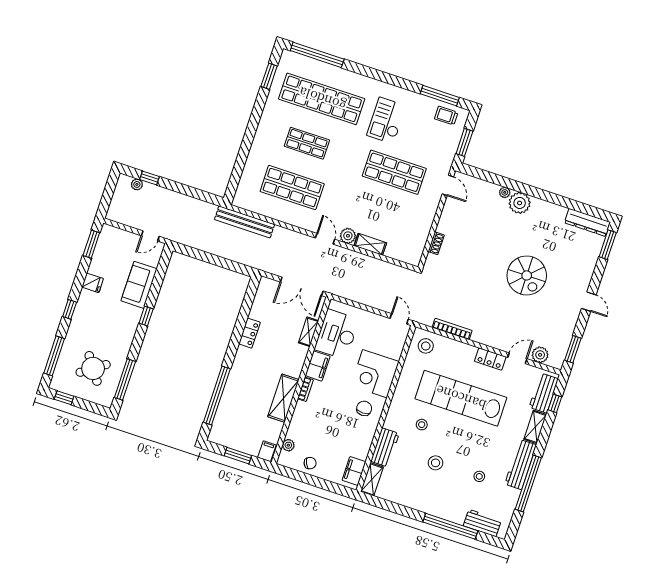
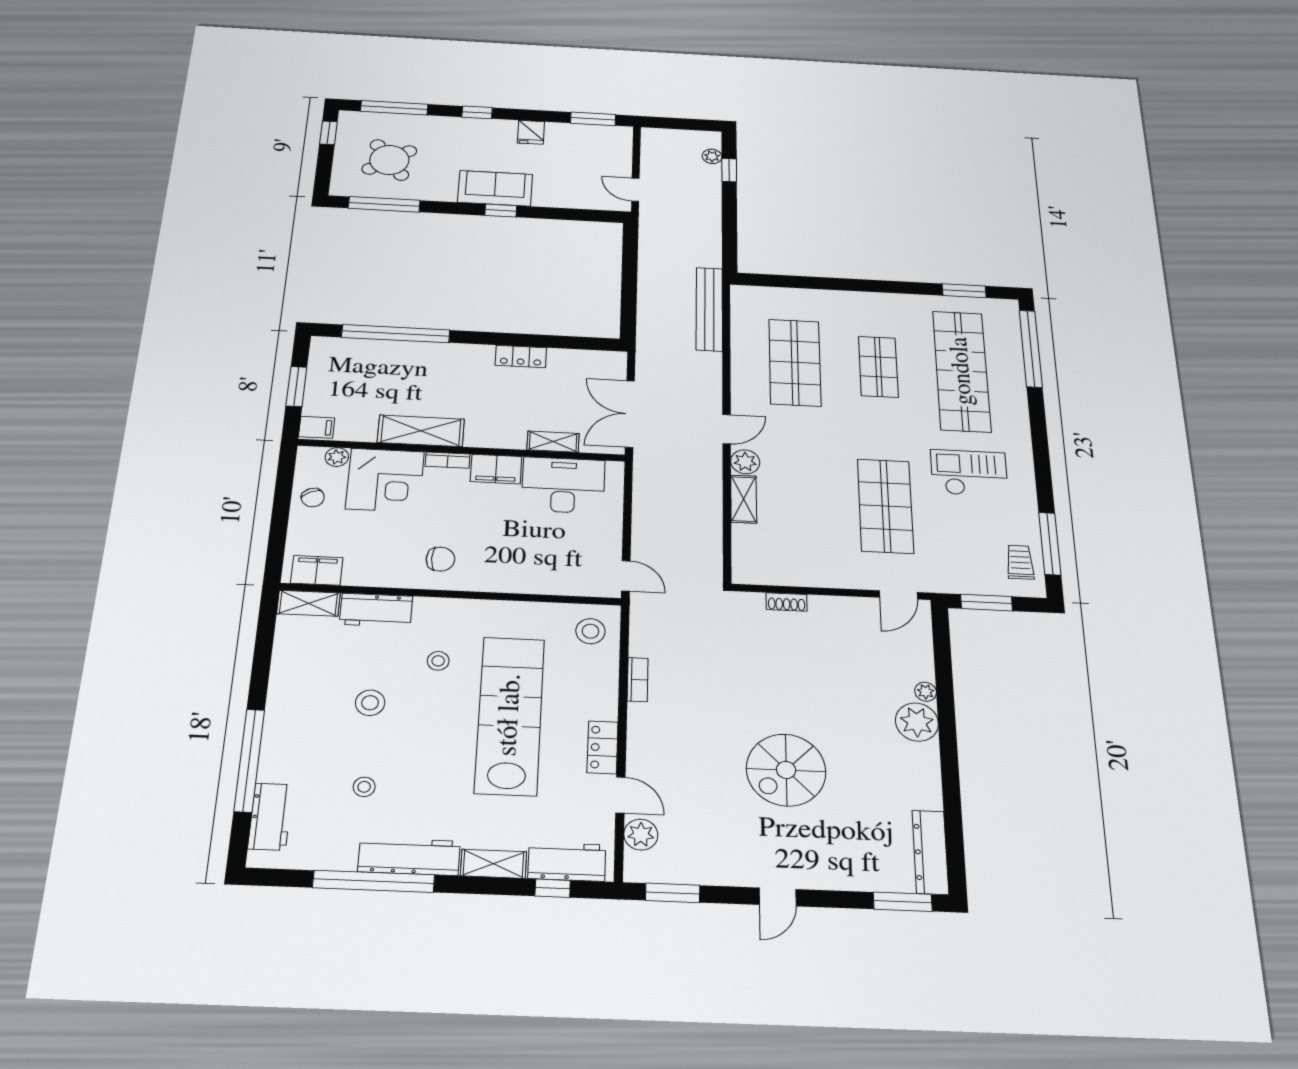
sofa: (139, 285) -> (495, 188), moved
door: (399, 319) -> (626, 576), hinge flipped
bookcase: (452, 329) -> (638, 680), width x0.64
corner desk: (375, 374) -> (385, 480), moved, turned 180

